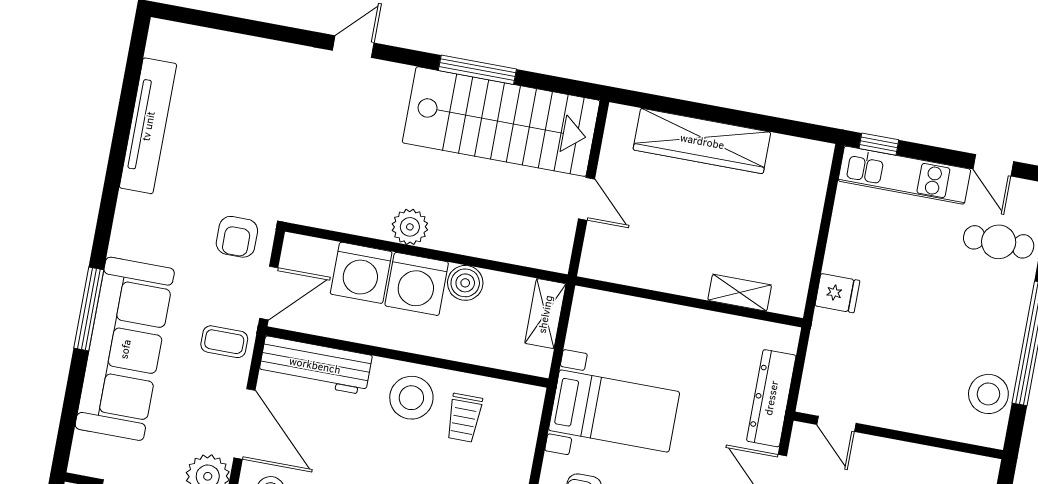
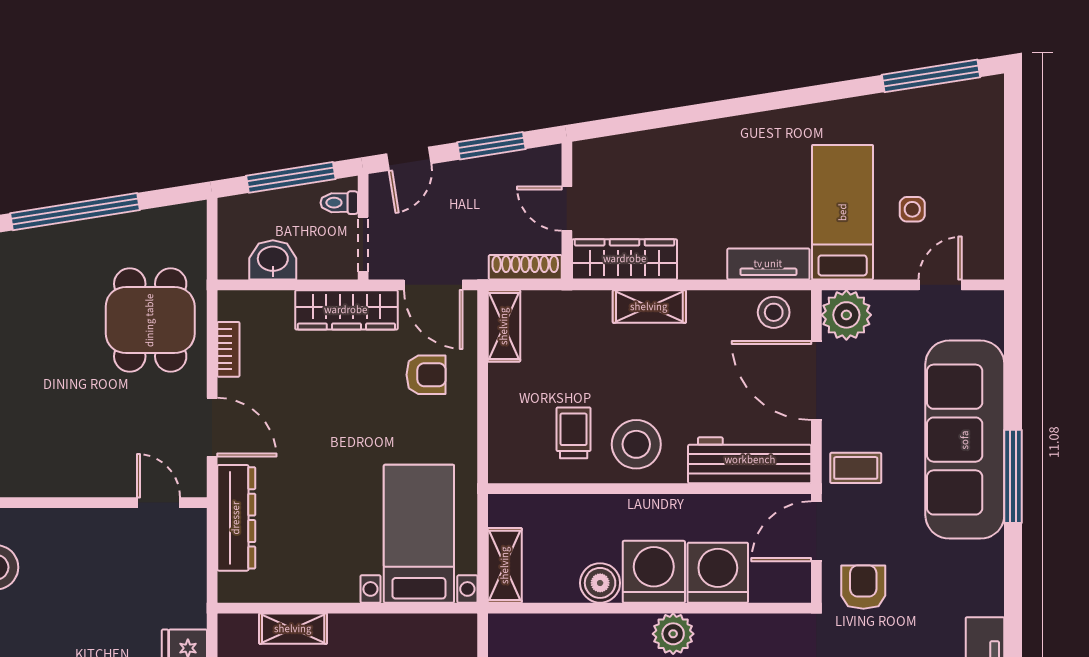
bed with nightstands: (614, 411) -> (419, 534), moved, turned 90

